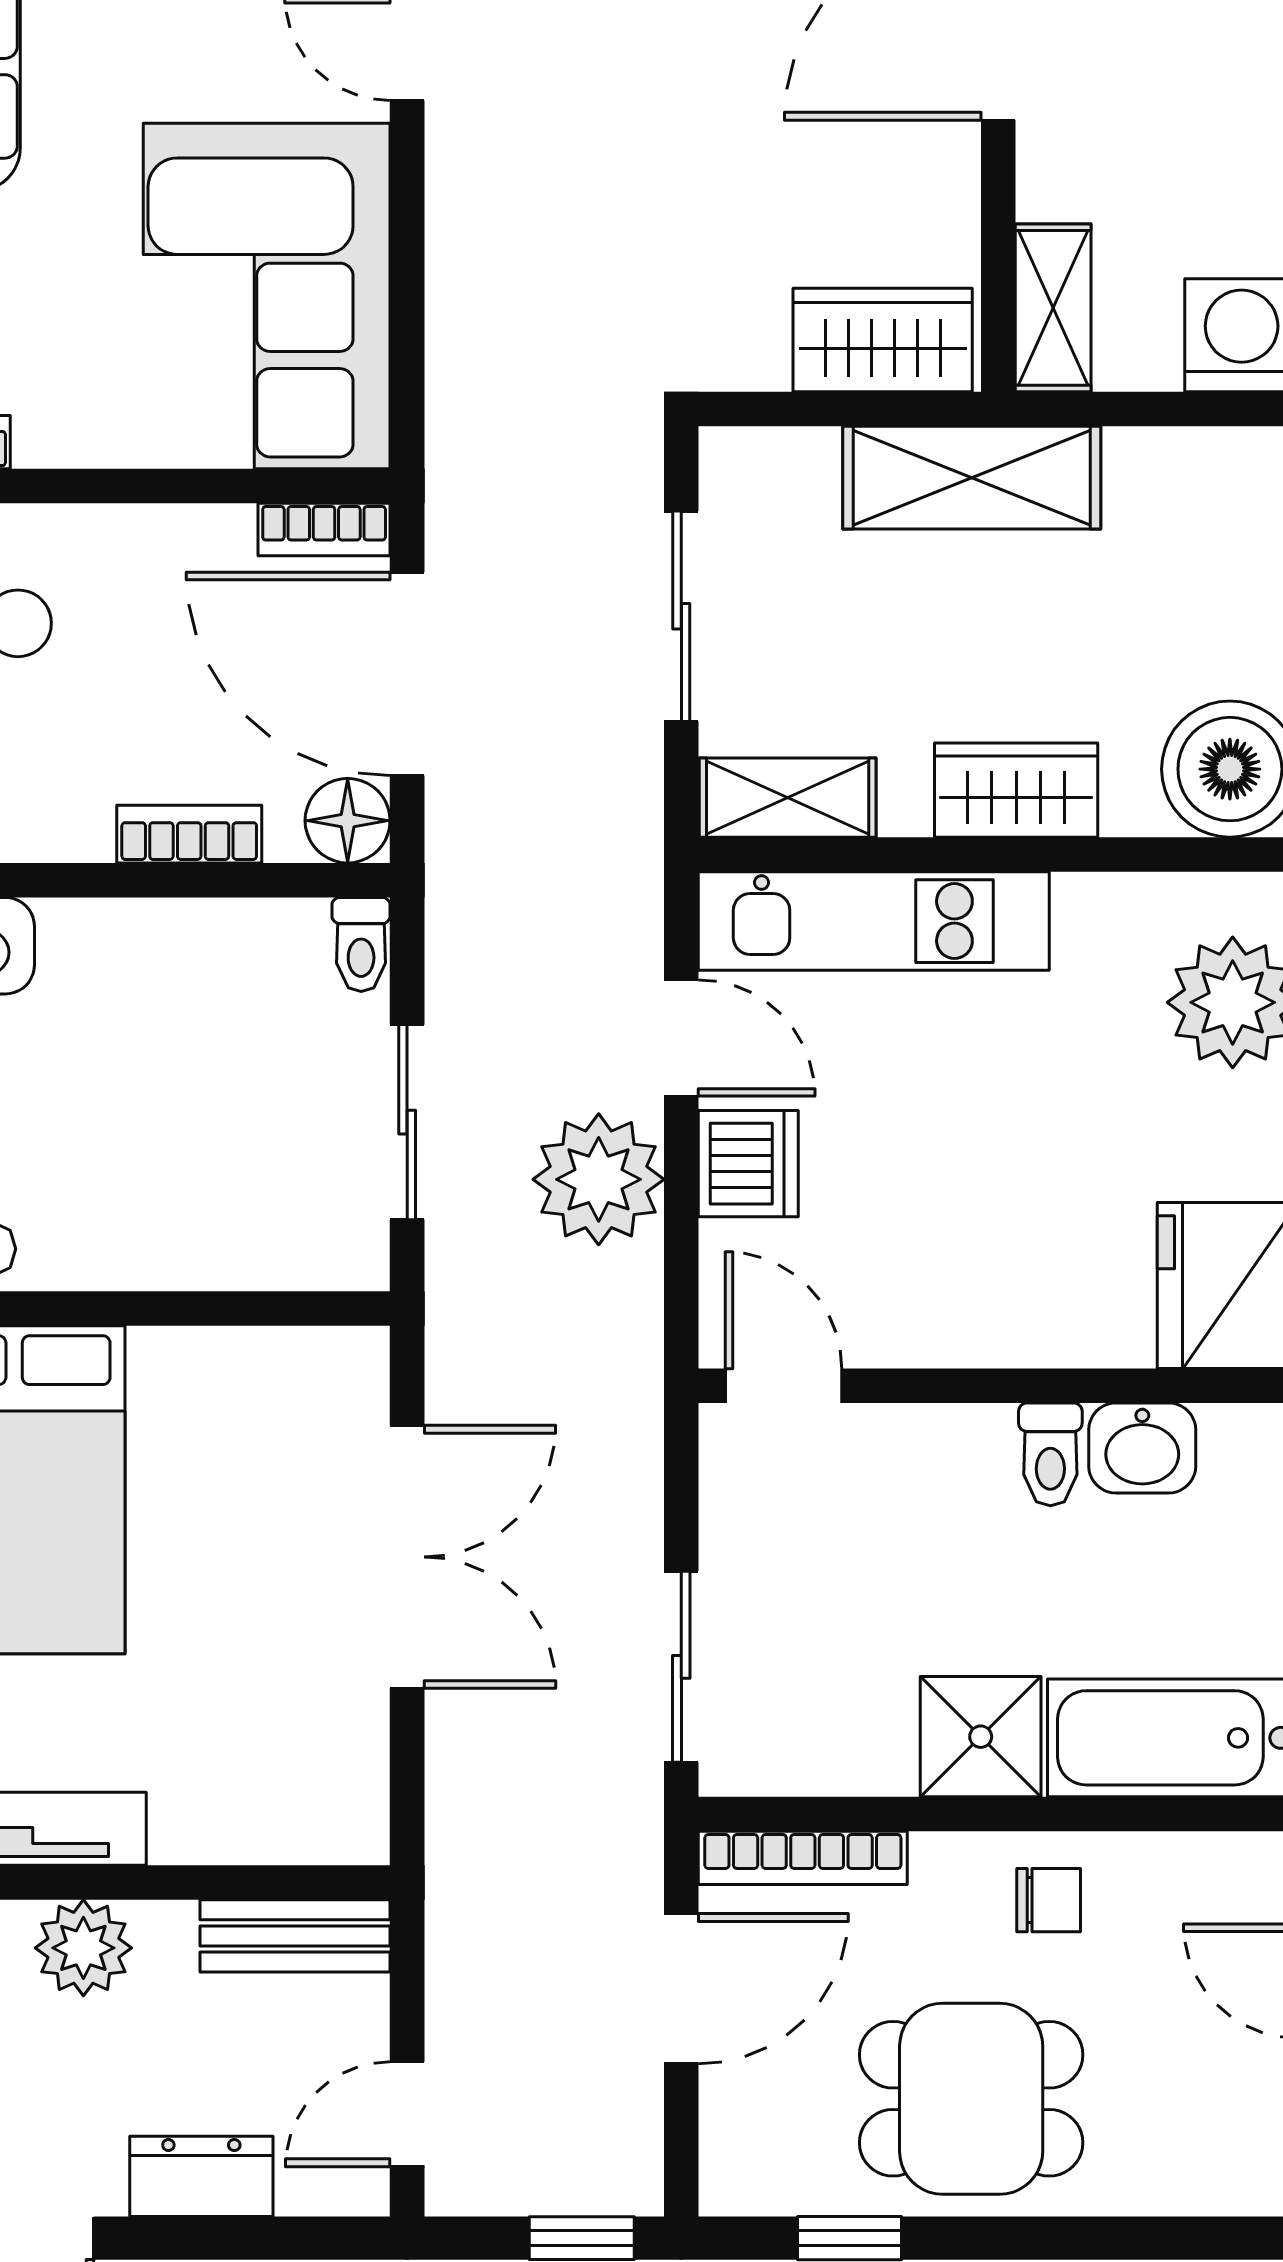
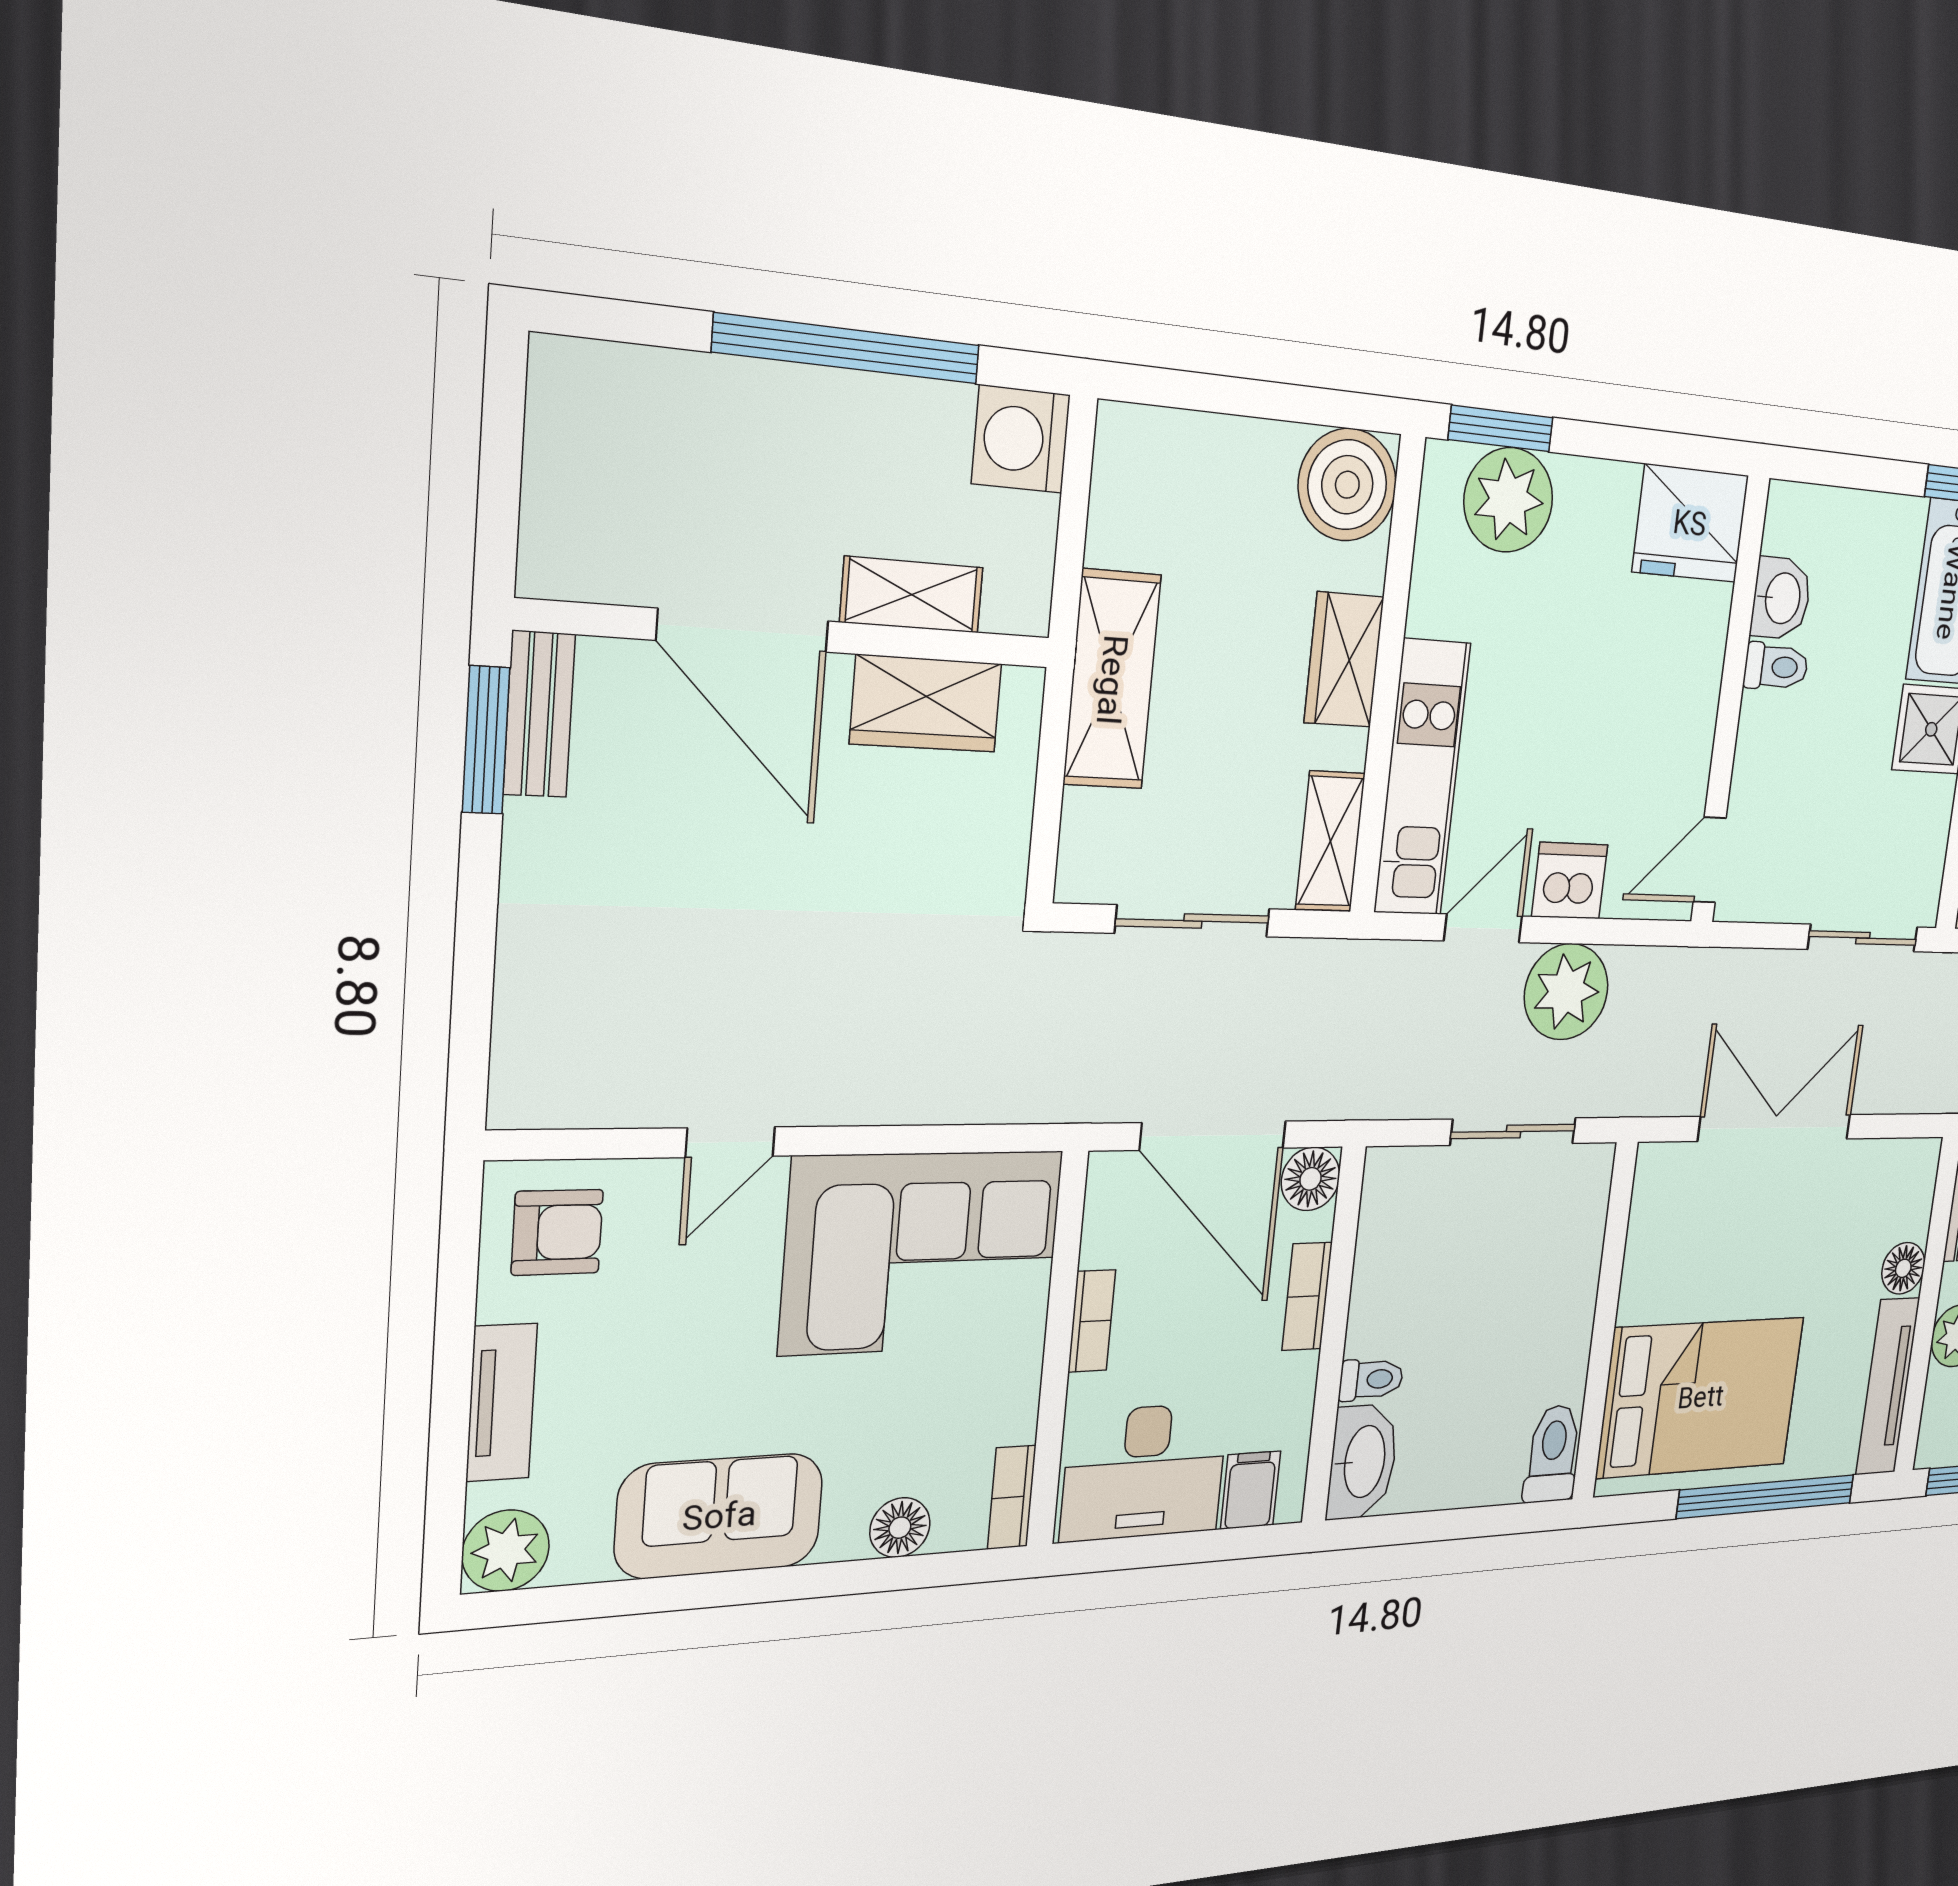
shelving: (1053, 308) -> (912, 595), moved
wardrobe: (883, 340) -> (926, 704), moved, turned -90
bookcase: (324, 530) -> (1092, 1321), moved
door: (407, 674) -> (1213, 1136), hinge flipped
toilet: (361, 944) -> (1371, 1379), moved
floor lamp: (192, 1826) -> (1903, 1268), added

